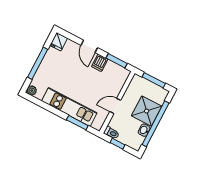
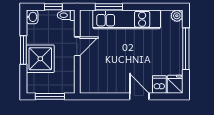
window: (117, 61) -> (101, 96), removed
dishwasher: (100, 63) -> (159, 84), moved
window: (156, 124) -> (23, 50), width x0.47
washbasin: (144, 130) -> (32, 17), moved

